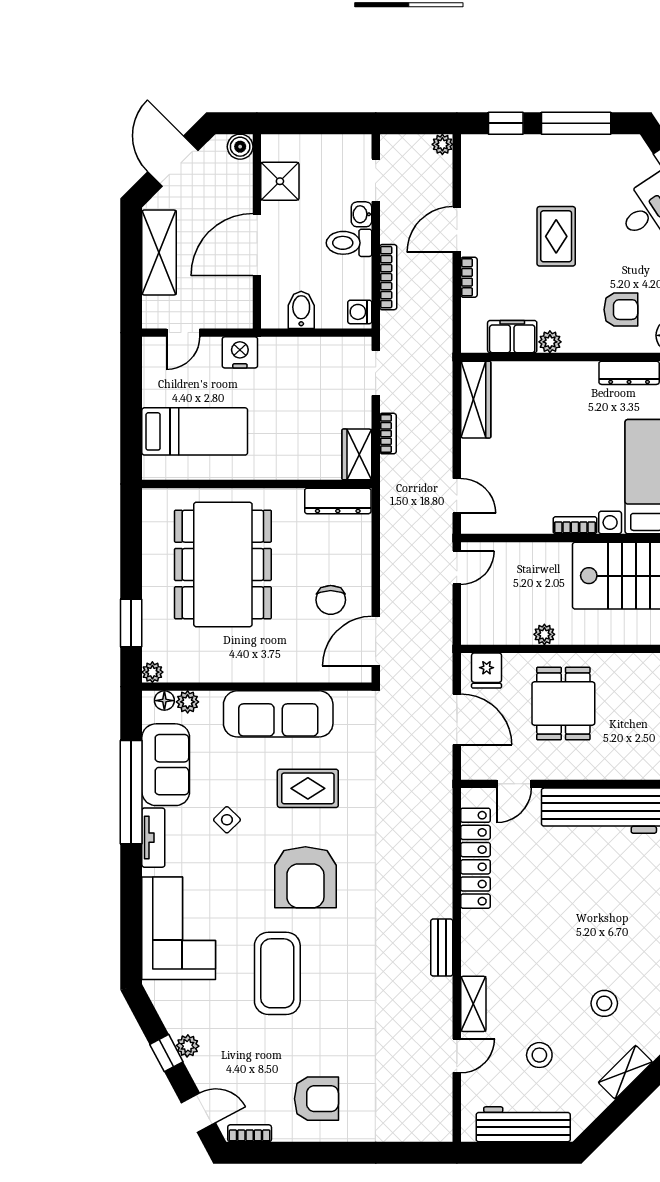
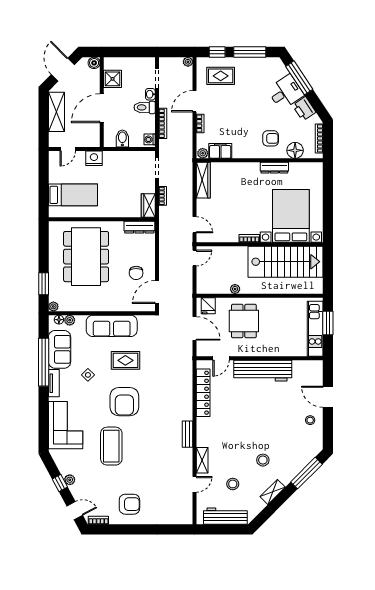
rug: (556, 236) -> (221, 76), moved, turned 90
plant: (550, 342) -> (203, 153), moved

